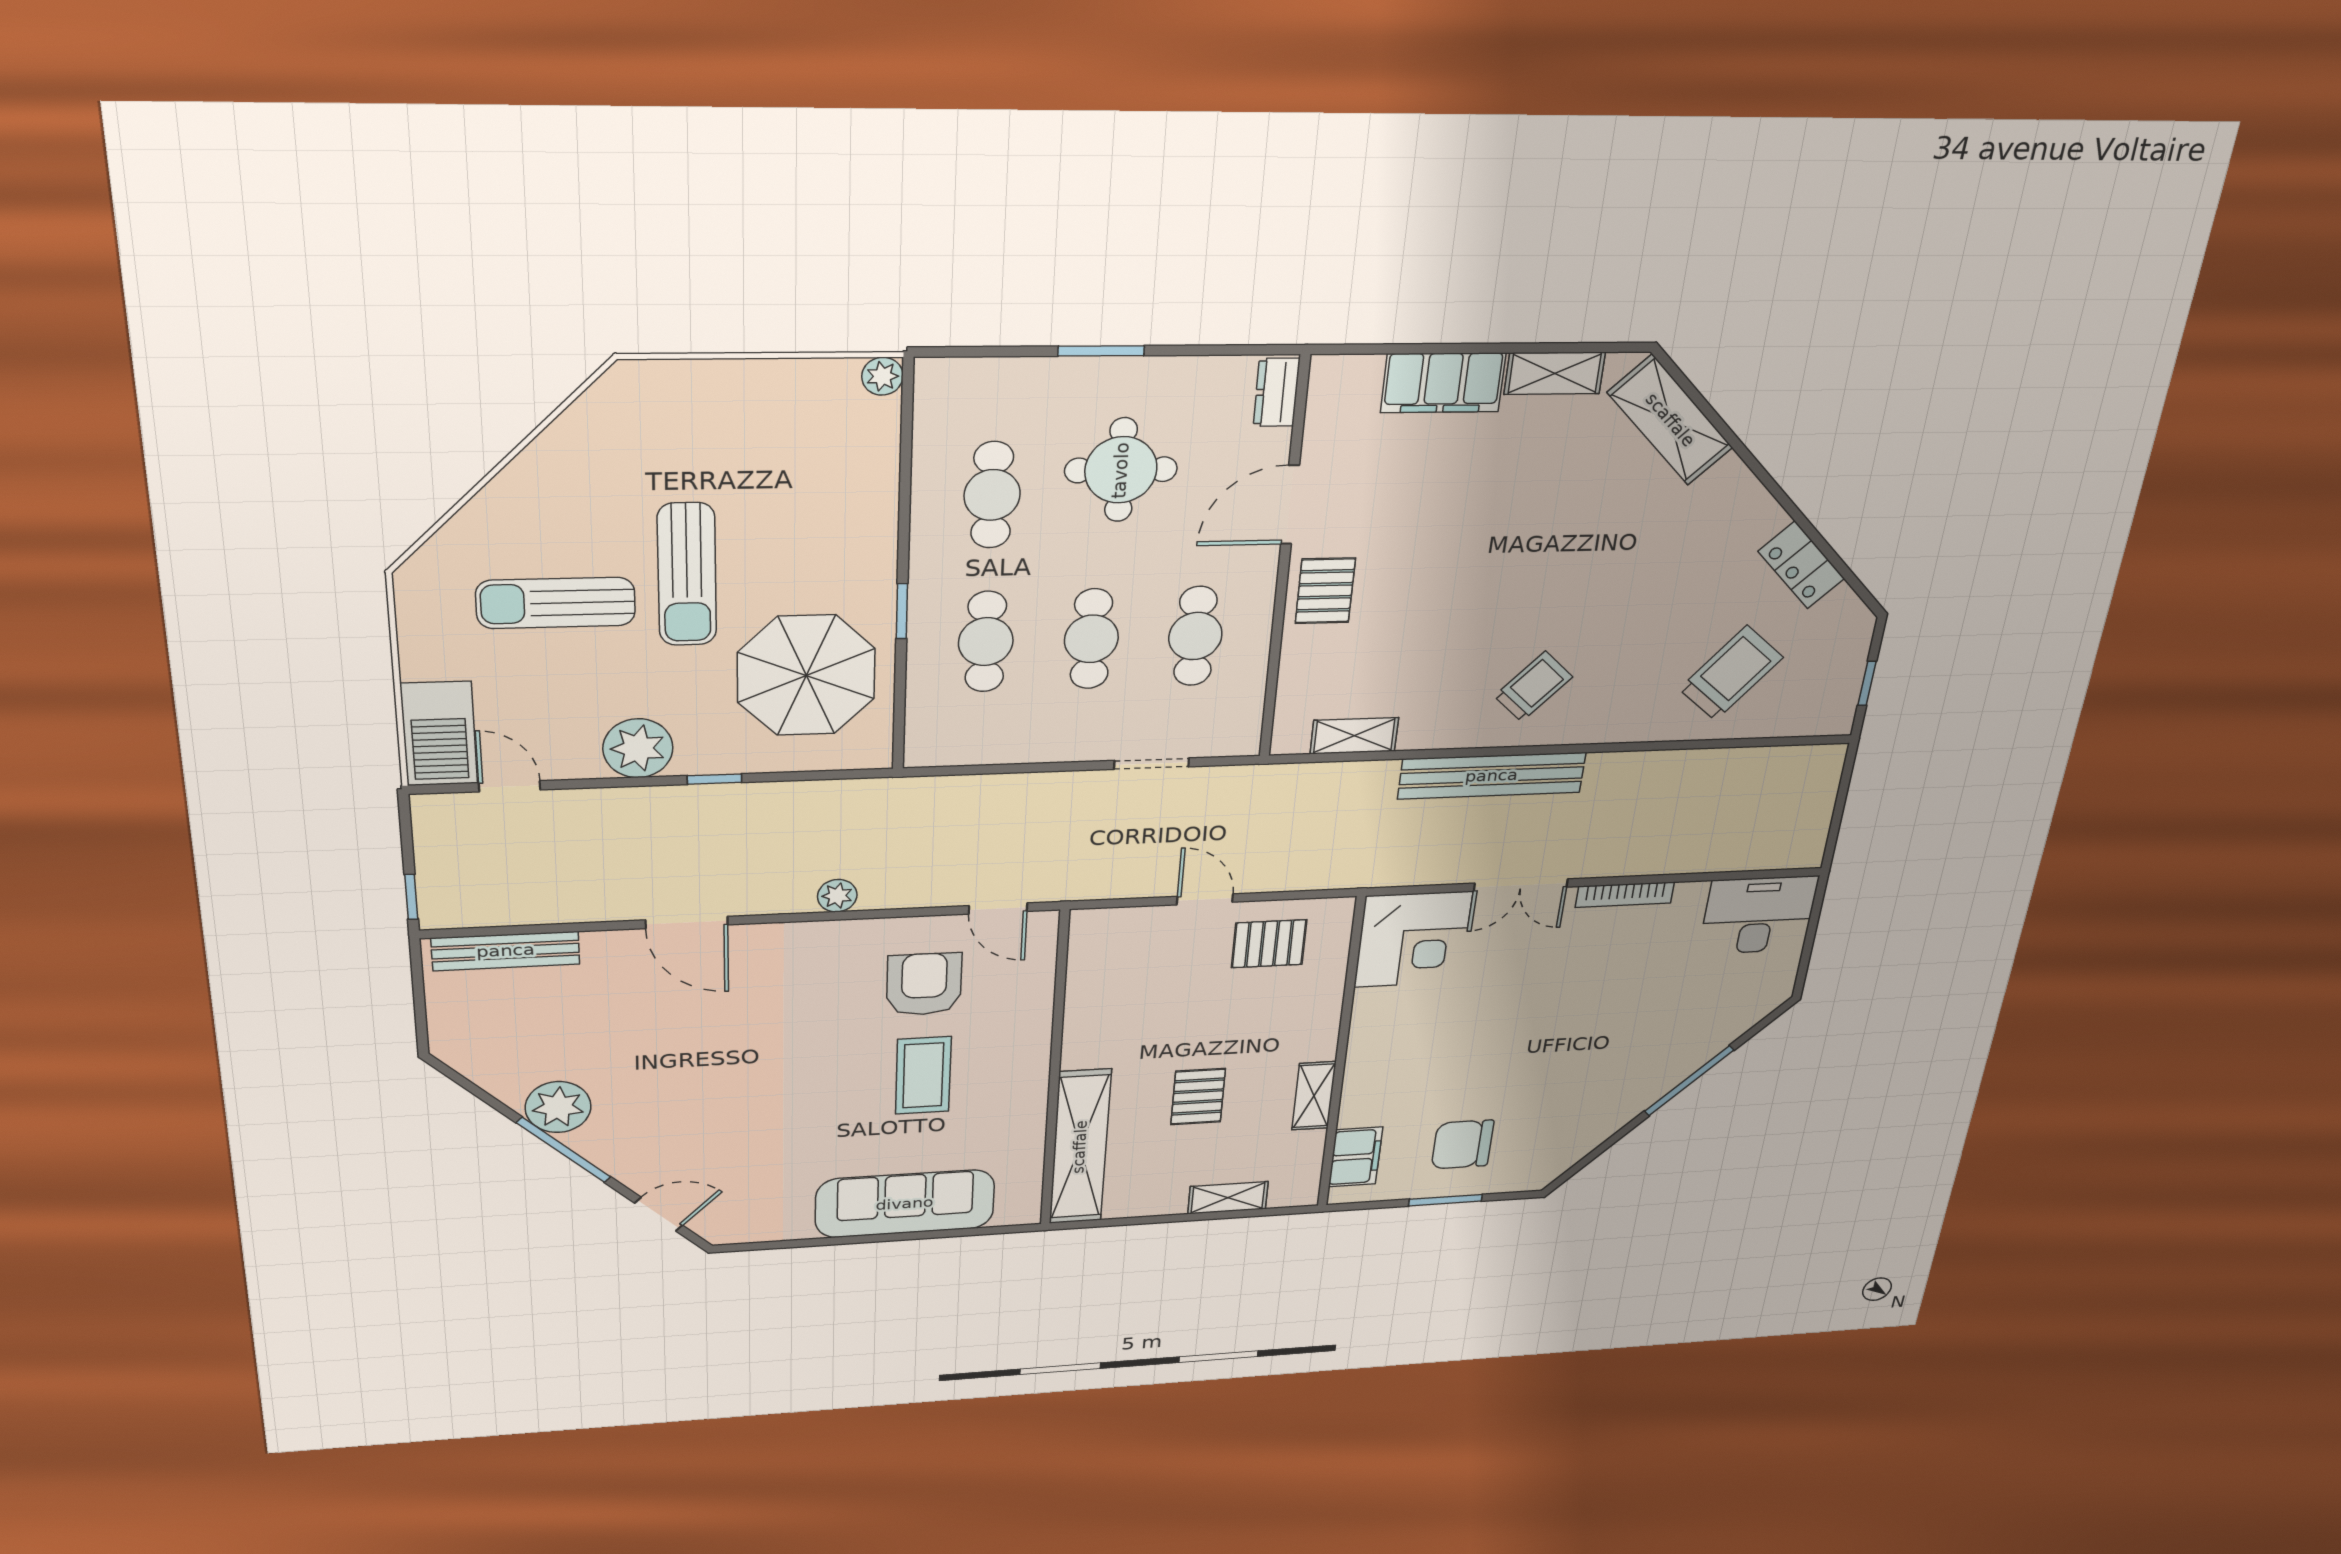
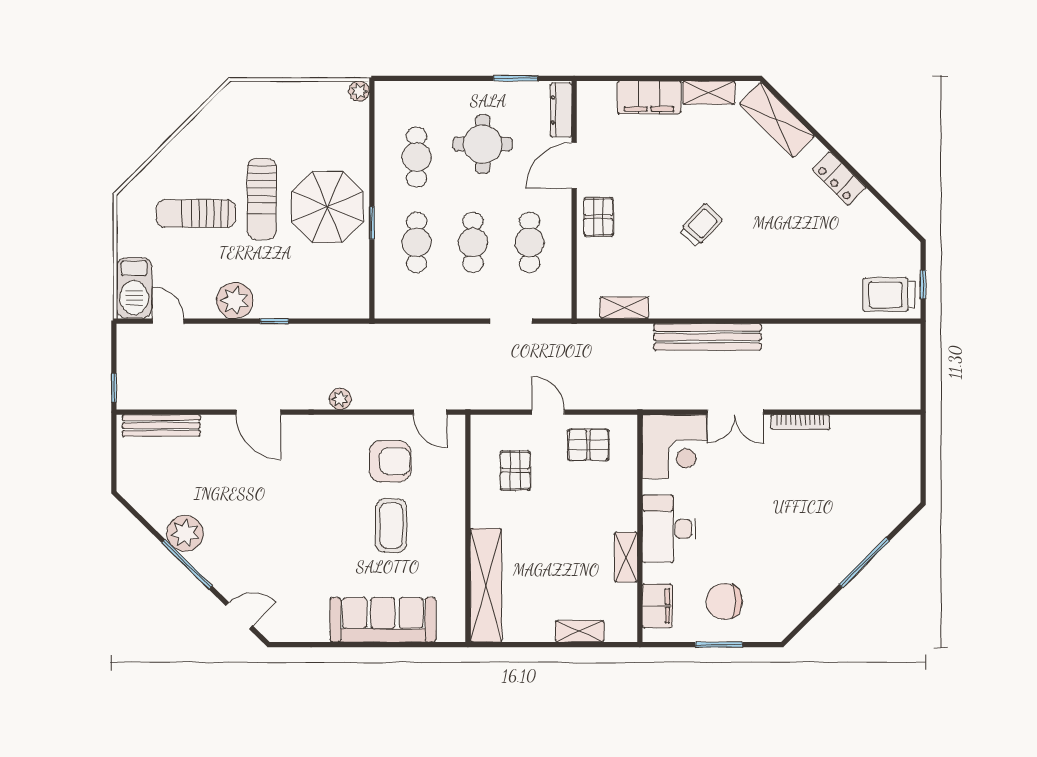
window: (1101, 351) -> (516, 78), moved
dresser: (1277, 392) -> (561, 110), width x1.44
locker: (1801, 565) -> (839, 179), moved
trolley: (1731, 673) -> (889, 295), moved, turned -130
parasol: (806, 675) -> (327, 207), moved
trolley: (1533, 687) -> (701, 225), moved
desk: (1758, 915) -> (669, 529), moved, turned -90
armchair: (924, 984) -> (390, 461), turned 90
pallet: (1198, 1097) -> (515, 470), moved

